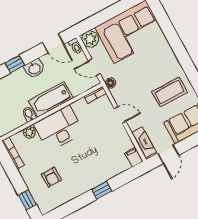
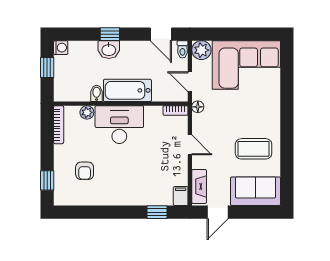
washbasin: (34, 69) -> (109, 50), moved
window: (102, 190) -> (157, 212), moved

